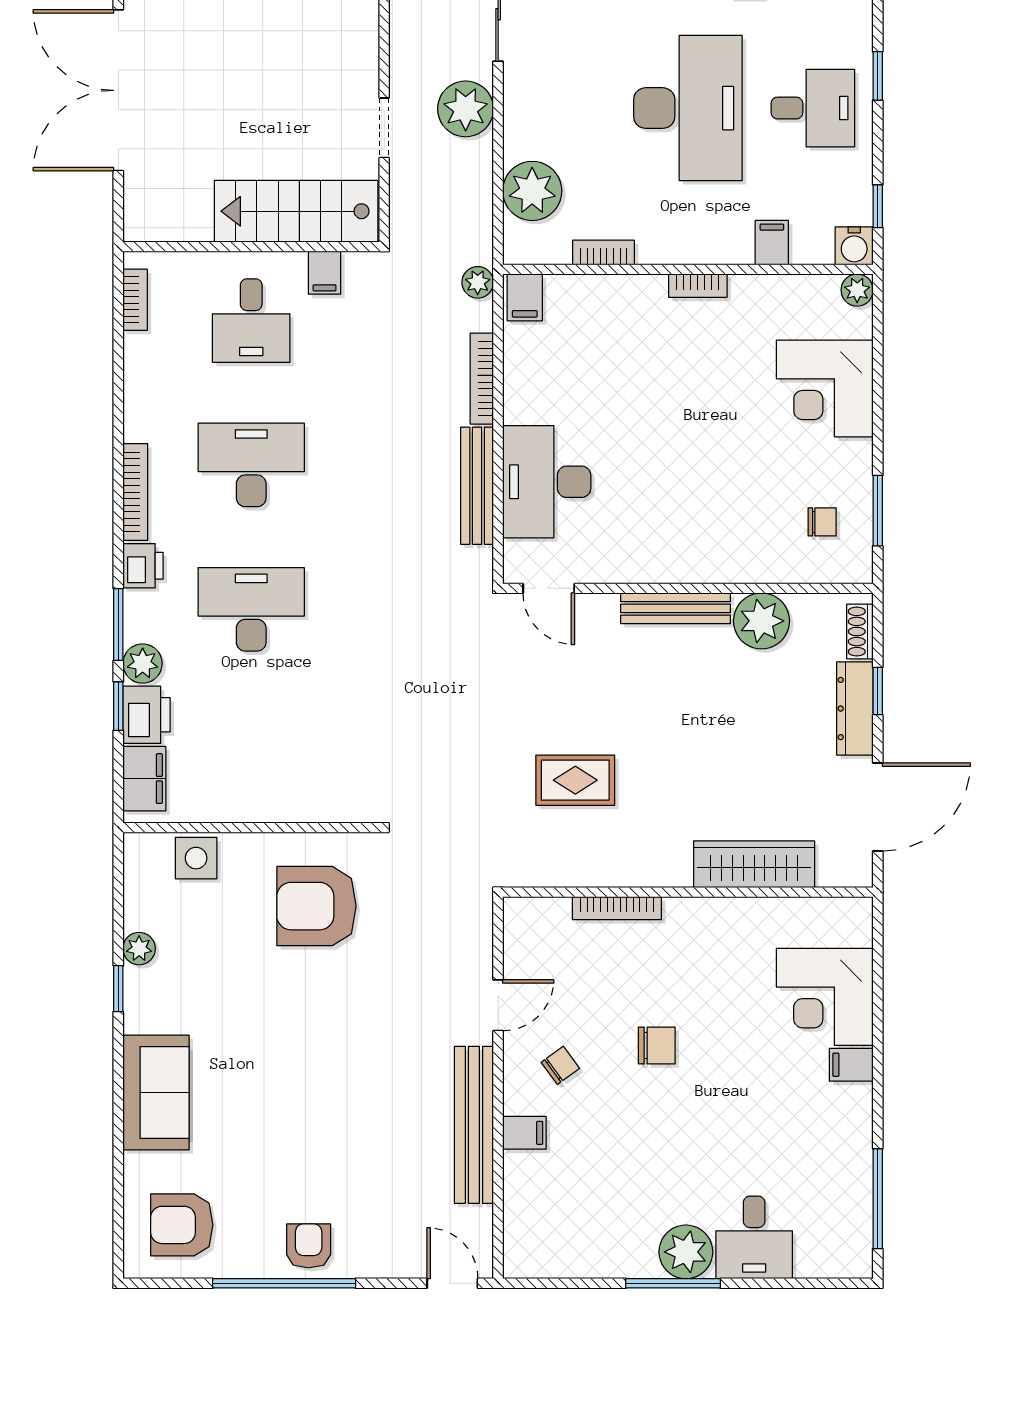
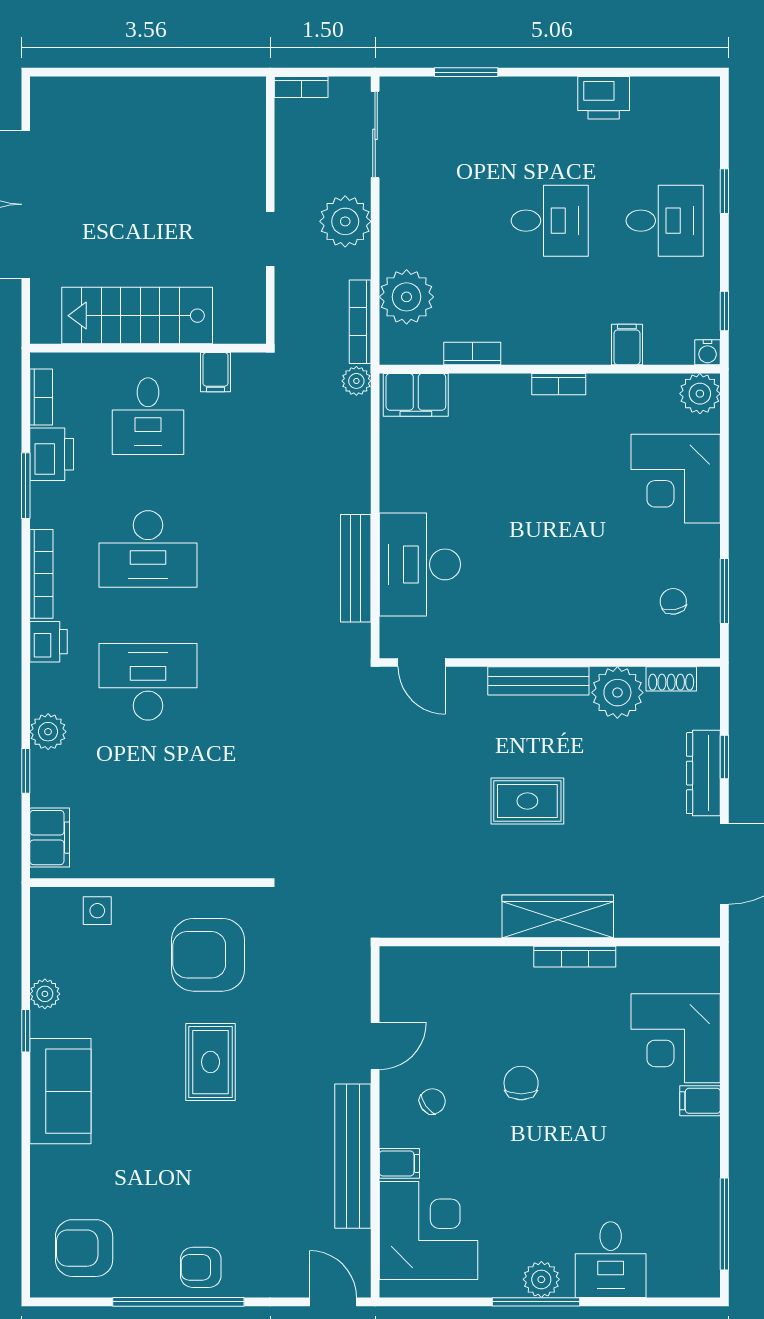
desk: (688, 108) -> (550, 221), width x0.53, depth x0.77
stairs: (296, 211) -> (137, 316), moved
water cooler: (854, 246) -> (708, 352), width x0.72, depth x0.72
plant: (857, 290) -> (700, 394), width x1.38, depth x1.38
filing cabinet: (525, 297) -> (416, 395), width x2.00
bookcase: (482, 379) -> (360, 322), moved
desk: (251, 465) -> (148, 549), turned 180
chair: (822, 522) -> (673, 601), turned -99
window: (118, 624) -> (26, 486), moved
shoe rack: (860, 631) -> (671, 679), moved, turned -90
printer: (146, 715) -> (52, 454), moved
rug: (575, 780) -> (527, 801), moved
side table: (196, 858) -> (97, 911), width x0.73, depth x0.73
wardrobe: (754, 864) -> (558, 916), moved
bookcase: (617, 908) -> (575, 957), moved
rug: (319, 1023) -> (211, 1062), added
chair: (657, 1045) -> (521, 1083), turned -90
sofa: (156, 1092) -> (60, 1091), moved
corner desk: (556, 1206) -> (428, 1230), added
armchair: (309, 1246) -> (201, 1267), turned -90
plant: (686, 1252) -> (541, 1279), width x0.73, depth x0.73

